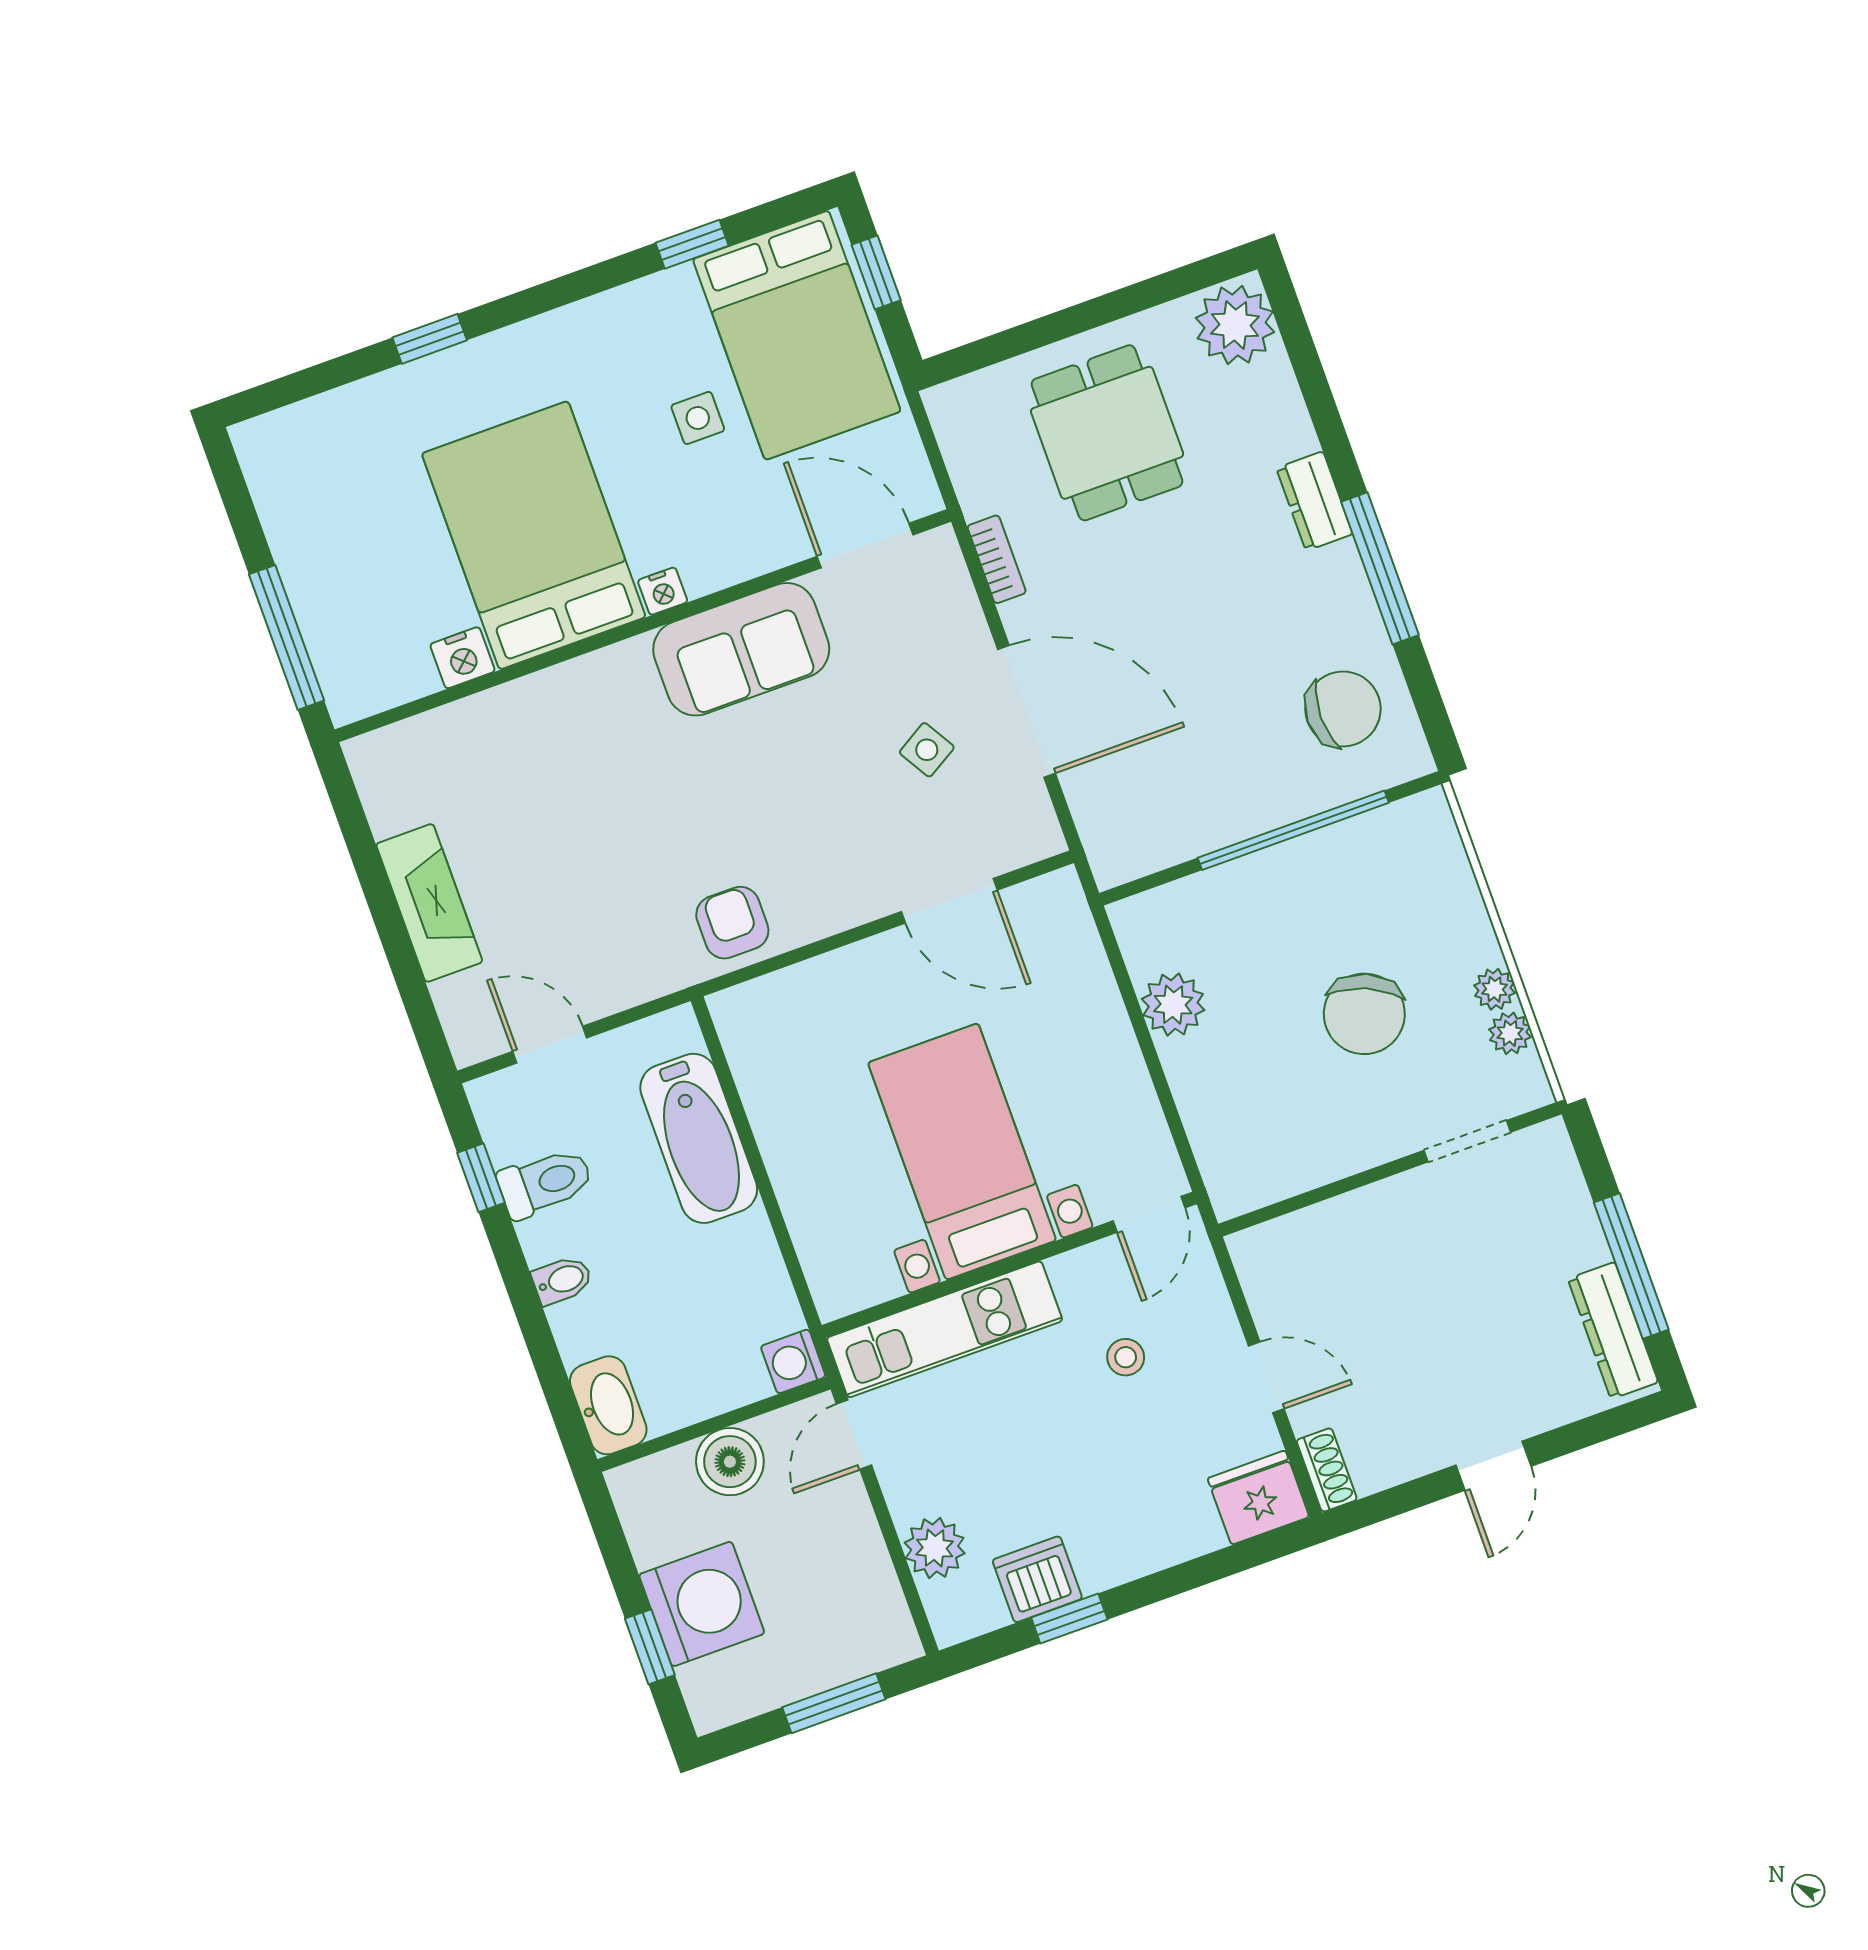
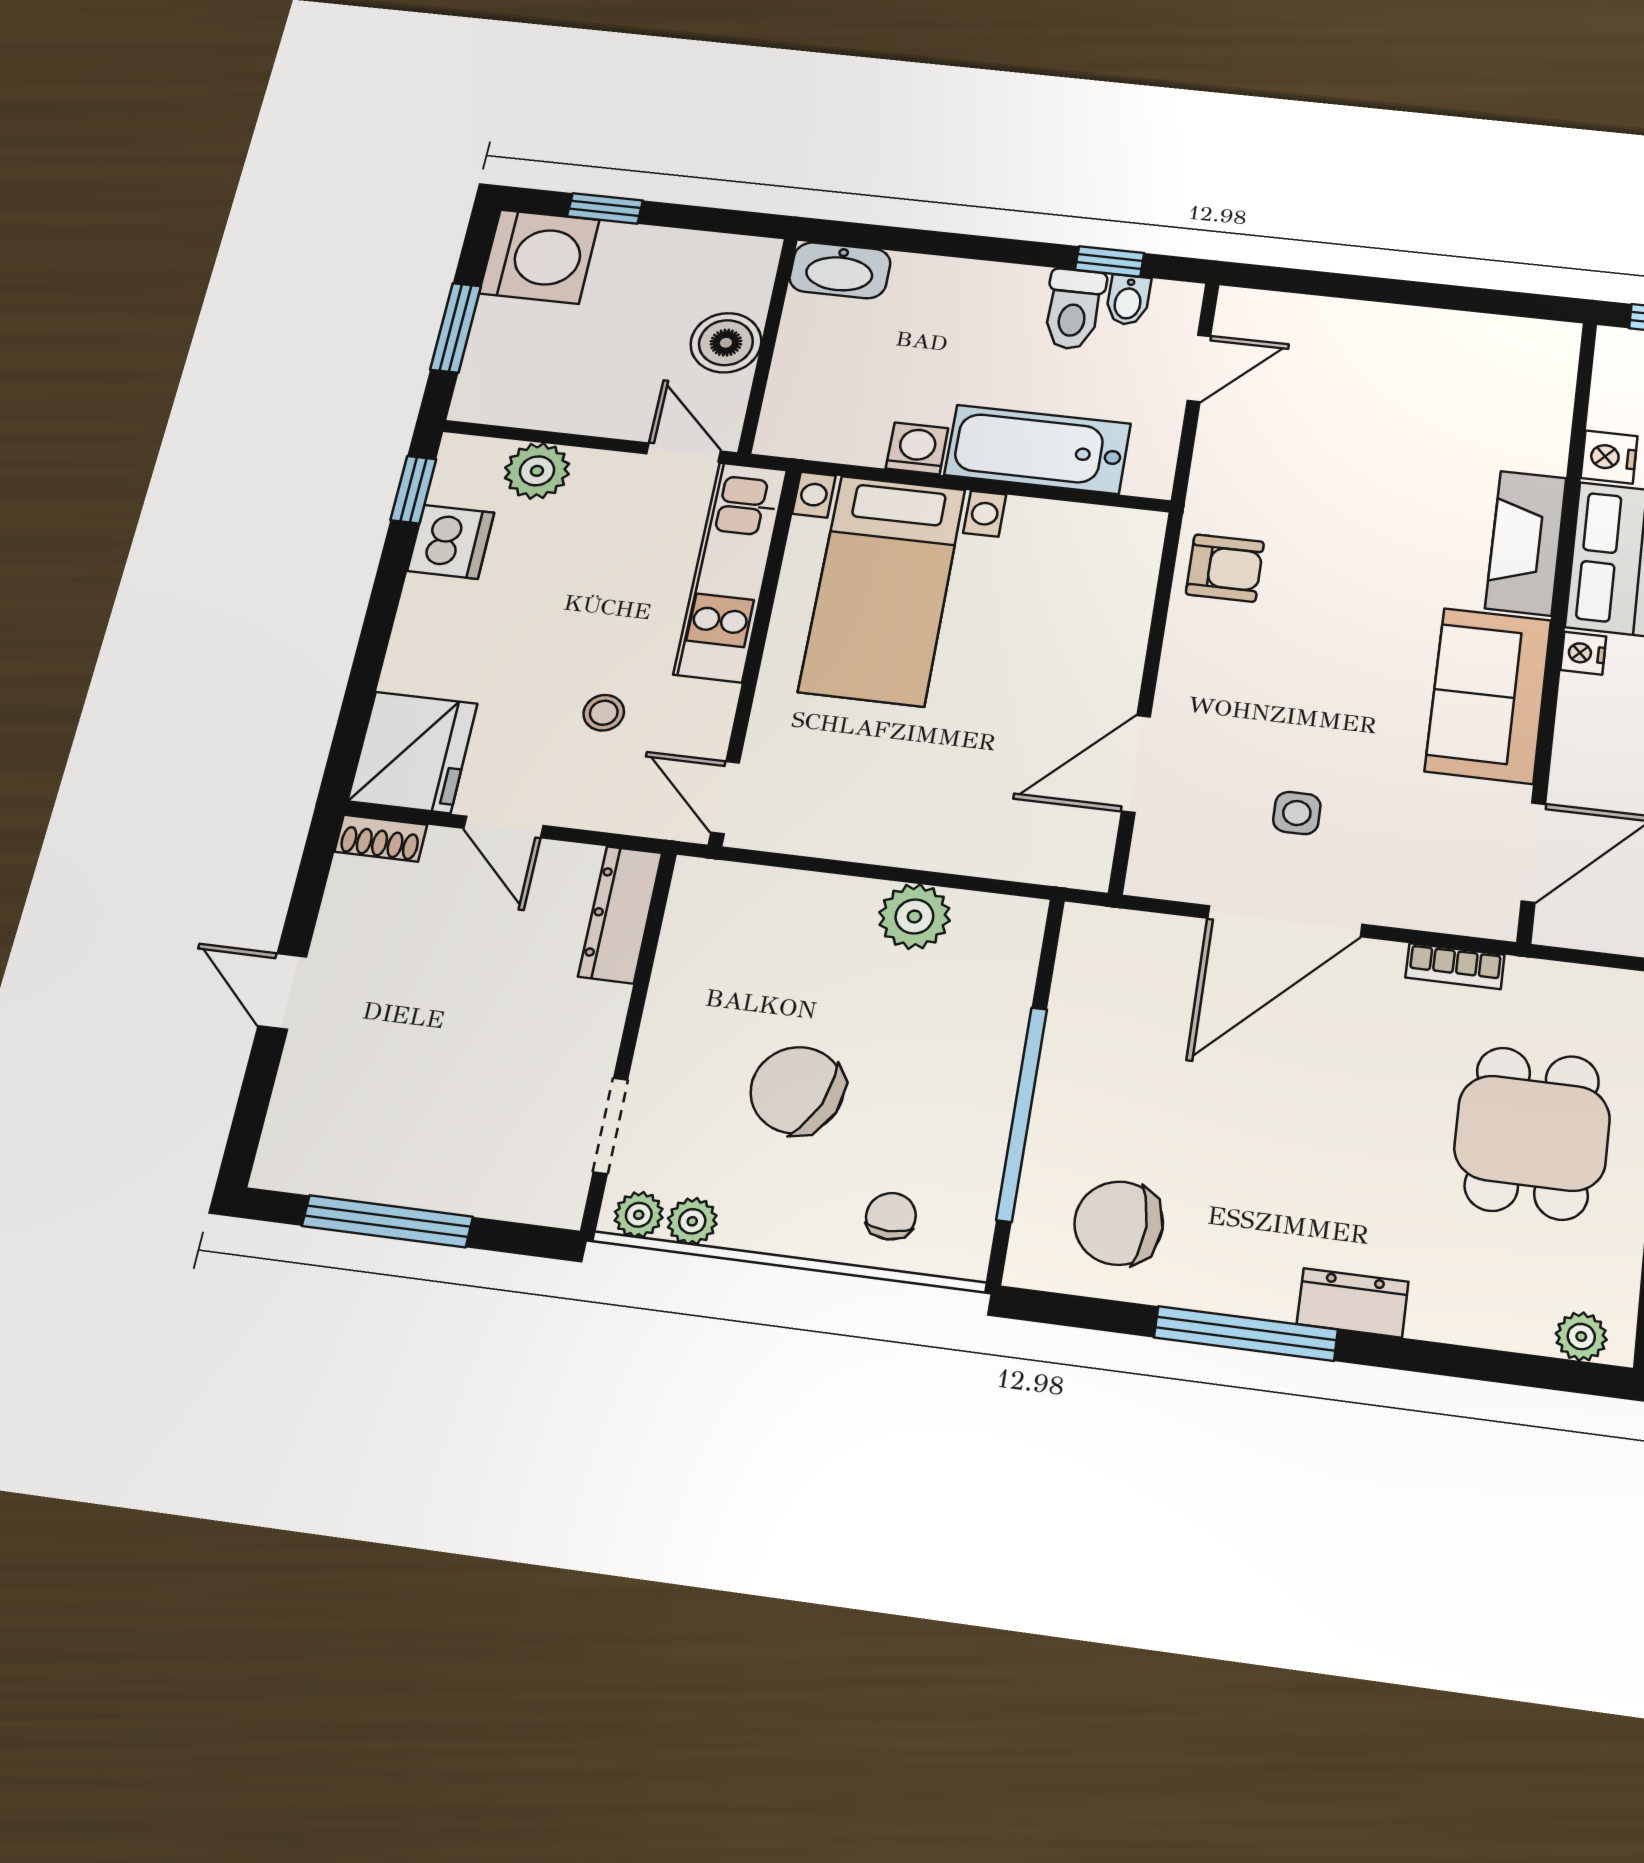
plant: (1235, 325) -> (1581, 1337), width x0.53, depth x0.53
dining table: (1107, 433) -> (1532, 1133), turned 90
chair: (1343, 709) -> (1119, 1223), turned 90
side table: (927, 750) -> (1297, 813), turned 31
chair: (1427, 885) -> (891, 1216), added
fireplace: (429, 903) -> (1526, 543), moved, turned 90
plant: (1495, 989) -> (639, 1215), moved
bed with nightstands: (962, 1152) -> (882, 590), moved, turned 90
bidet: (562, 1280) -> (1128, 300), moved
dresser: (1613, 1331) -> (620, 914), moved, turned -90
washing machine: (793, 1361) -> (917, 448), moved
door: (1266, 1377) -> (503, 827), hinge flipped
fridge: (1258, 1498) -> (413, 752), width x1.36, depth x1.34
washing machine: (702, 1604) -> (539, 257), moved, turned -90
window: (1069, 1618) -> (413, 490), moved

